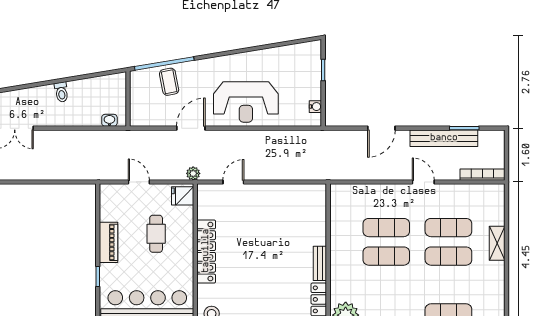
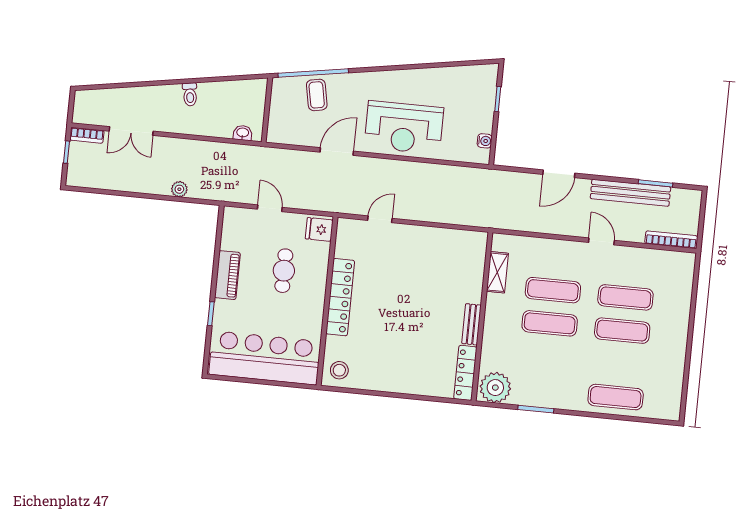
plant: (193, 173) -> (179, 189), moved
shelving: (497, 243) -> (497, 272), moved

